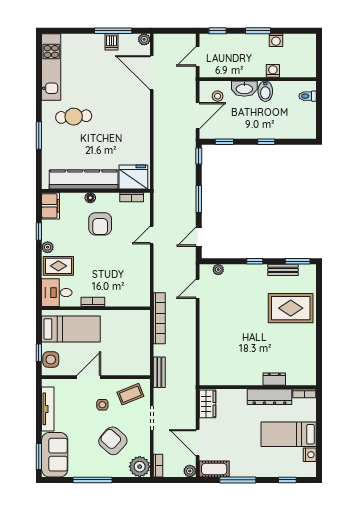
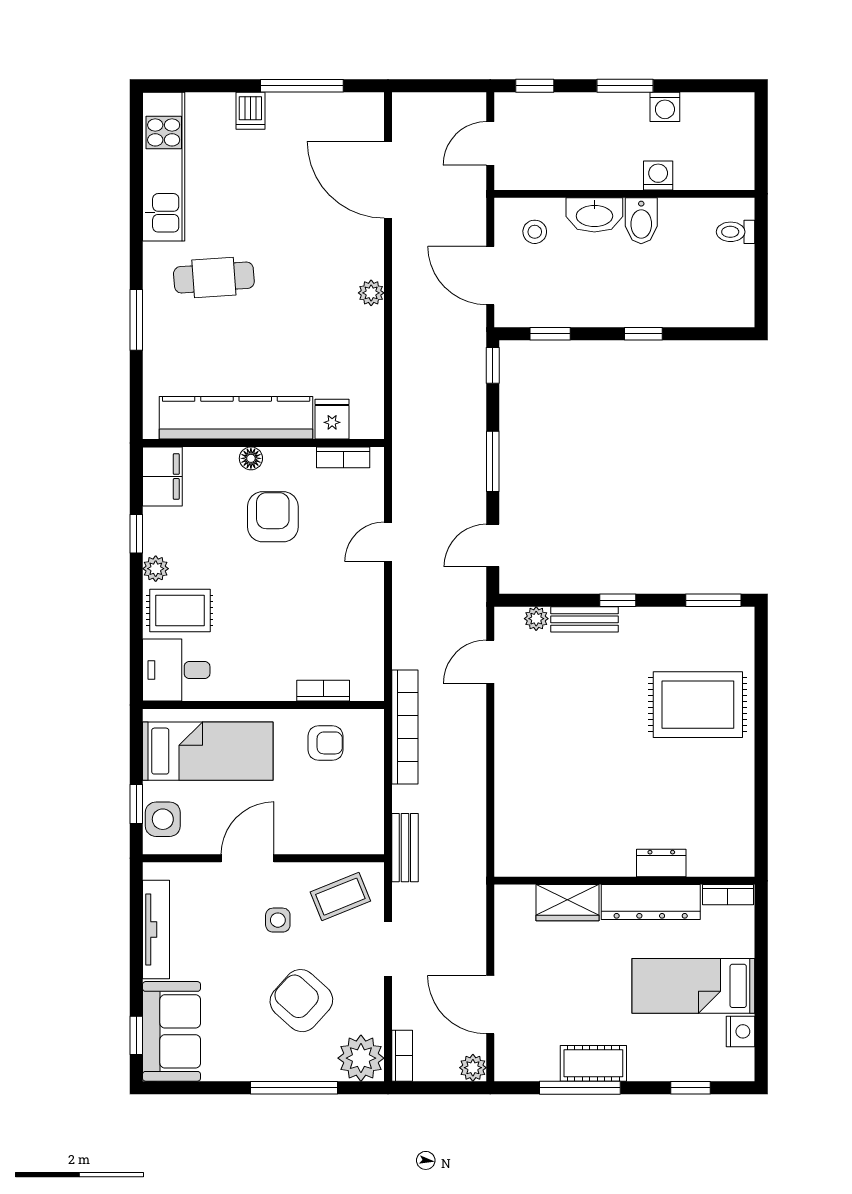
plant: (144, 39) -> (371, 293), moved
dishwasher: (111, 42) -> (250, 111), moved
door: (198, 116) -> (490, 276), swing flipped
fridge: (133, 177) -> (332, 419), width x0.53, depth x0.75
armchair: (100, 224) -> (273, 517), turned 180
bench: (283, 270) -> (584, 619), moved
bookcase: (93, 302) -> (323, 691), moved
armchair: (124, 325) -> (325, 743), added
wardrobe: (207, 404) -> (567, 903), moved, turned 90
window: (39, 456) -> (136, 1035), width x0.67
cot: (214, 469) -> (593, 1063), moved
window: (92, 480) -> (294, 1088), moved

